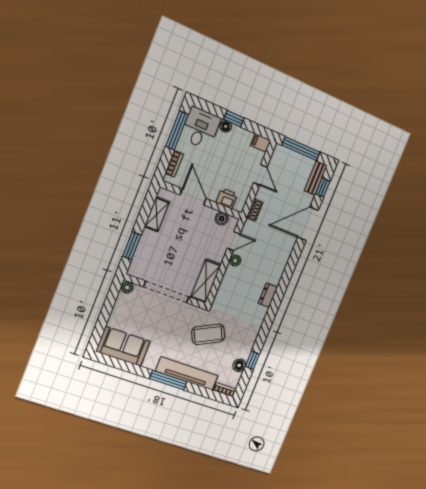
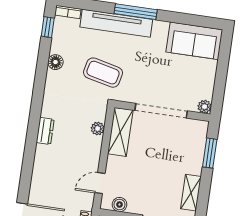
plant: (235, 261) -> (98, 129), moved
coffee table: (208, 334) -> (103, 73), turned 39
window: (252, 360) -> (48, 27), moved
floor lamp: (239, 365) -> (55, 62), moved

